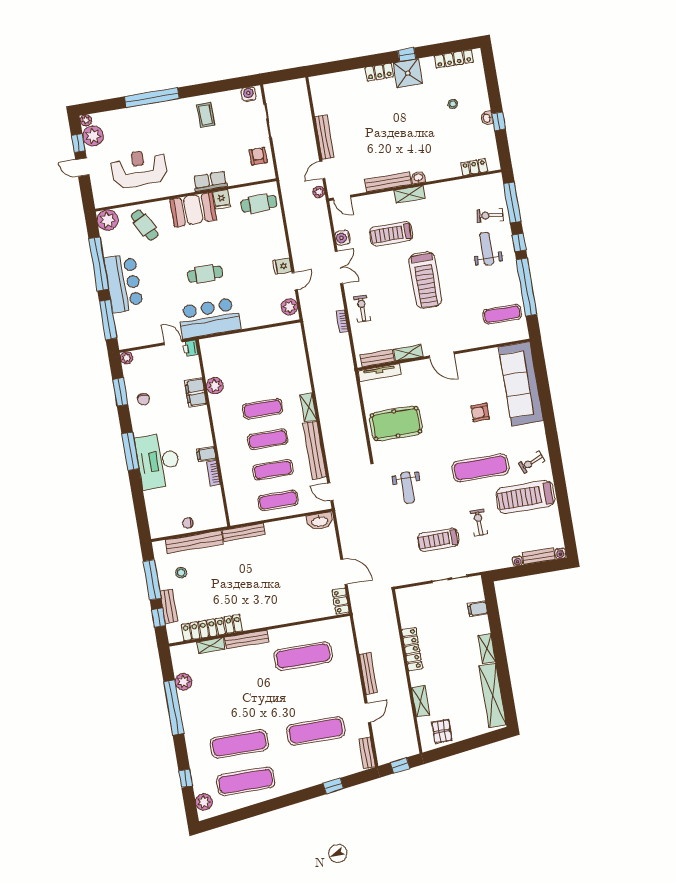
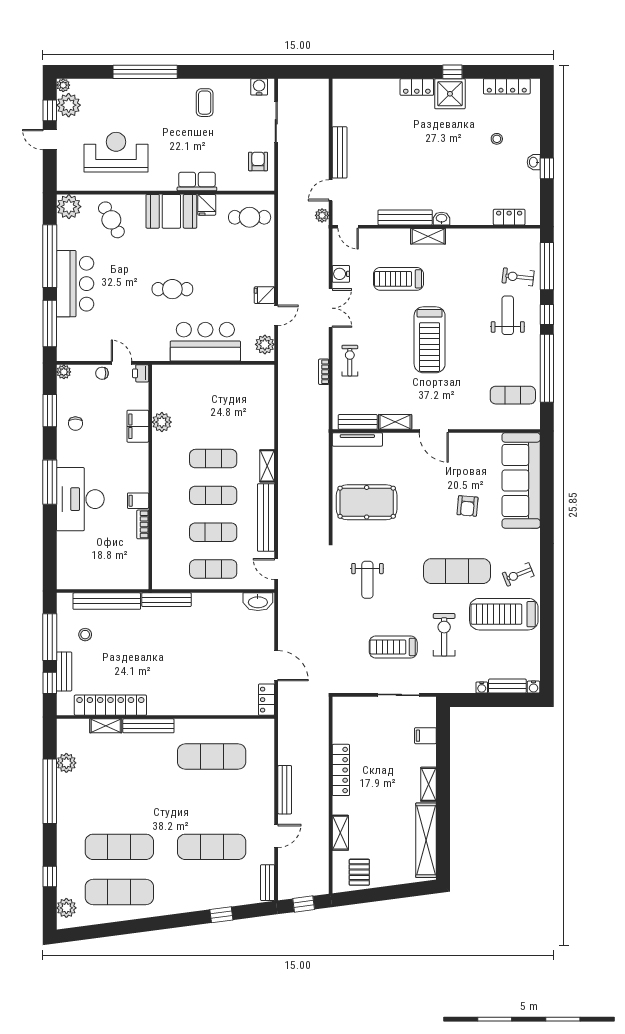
bar counter: (209, 318) -> (205, 342), moved
armchair: (480, 412) -> (468, 506), turned -85
exercise bike: (479, 522) -> (444, 635), width x1.38, depth x1.39
chair: (188, 523) -> (102, 373), moved

